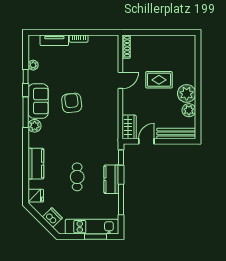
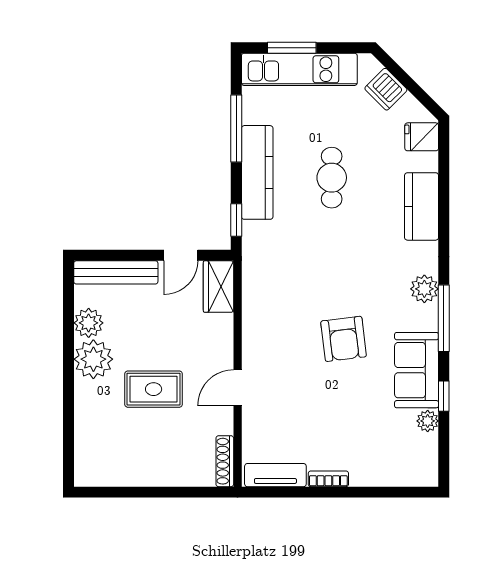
tv unit: (54, 40) -> (275, 475), moved
sofa: (38, 101) -> (417, 370), moved
kitchen counter: (111, 179) -> (257, 172), width x1.50

